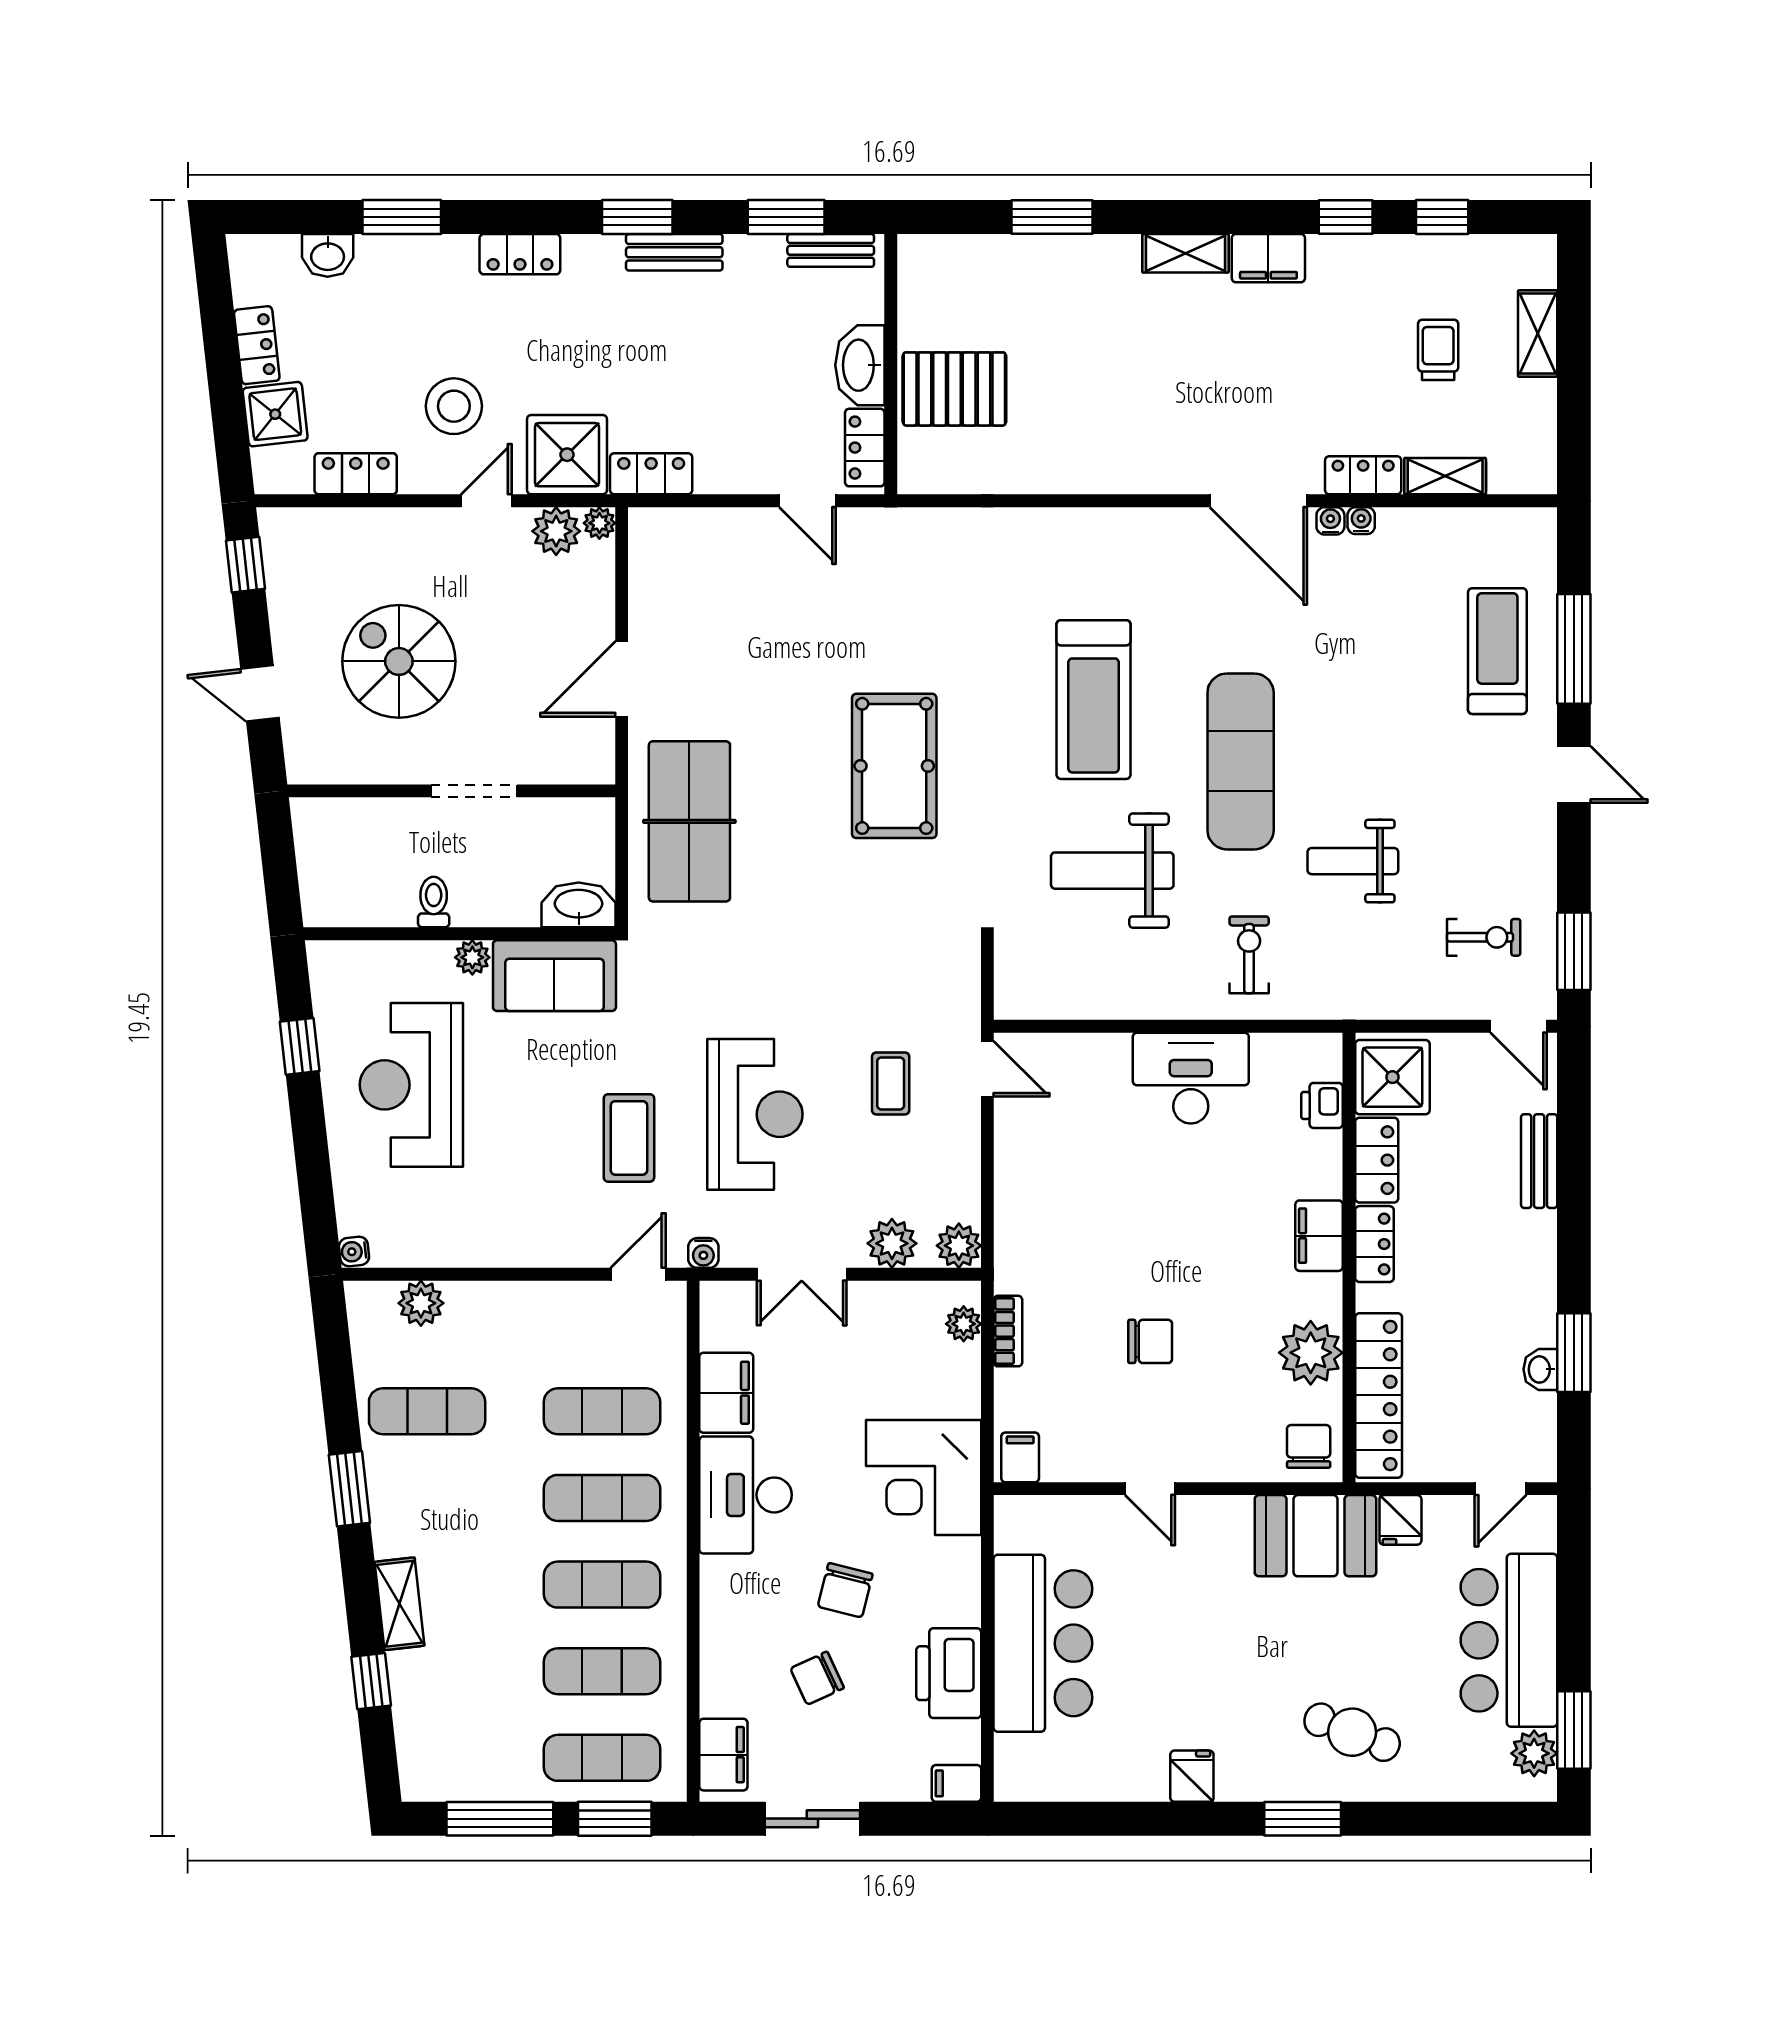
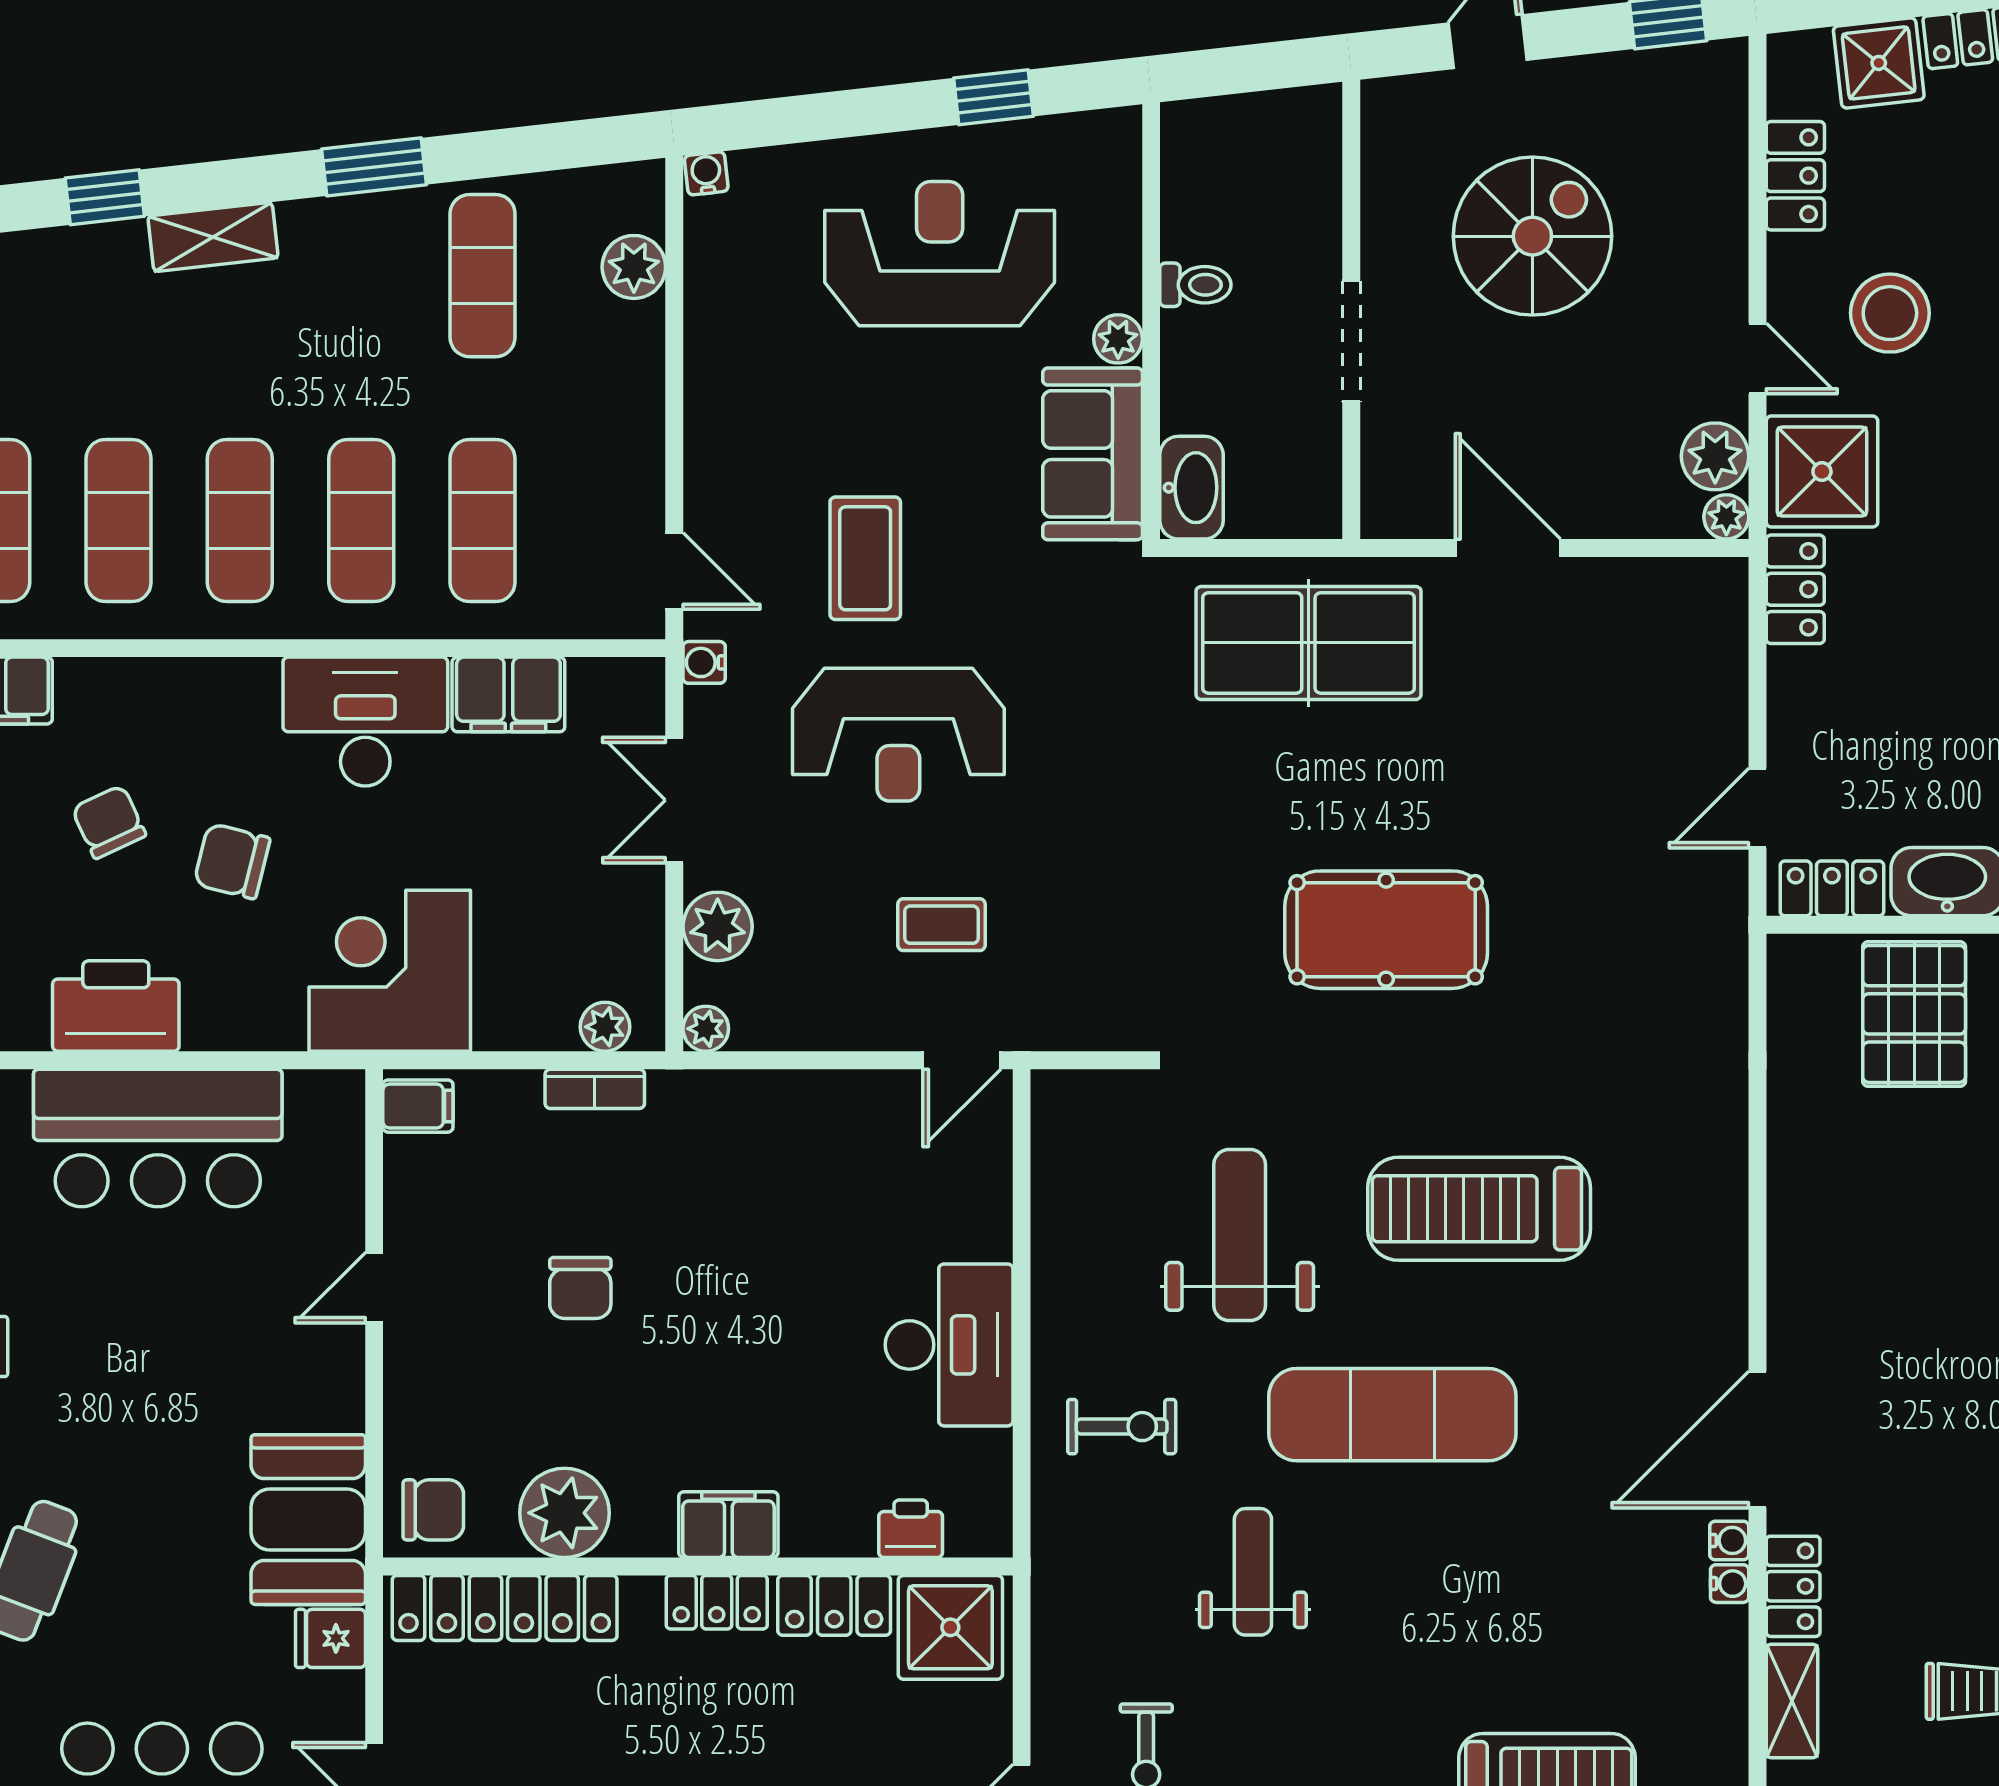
coffee table: (629, 1138) -> (865, 558), turned 90
plant: (959, 1246) -> (706, 1029), width x0.73, depth x0.73

